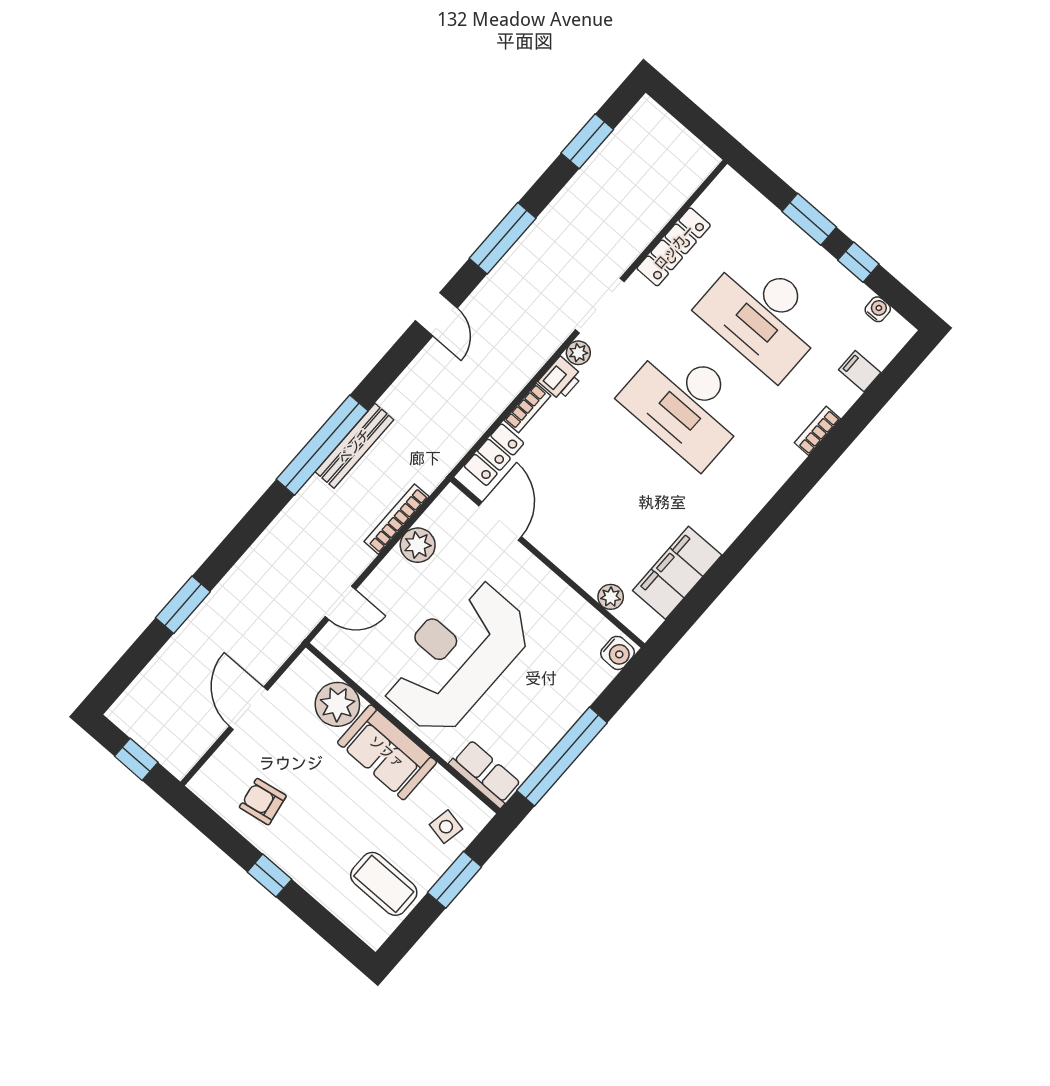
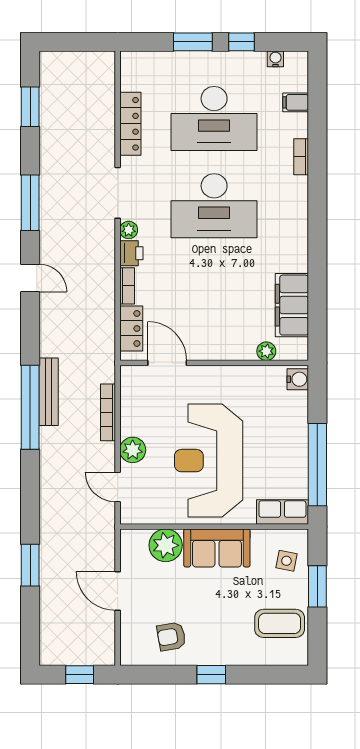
plant: (418, 545) -> (133, 450), moved
door: (340, 603) -> (118, 487), swing flipped

